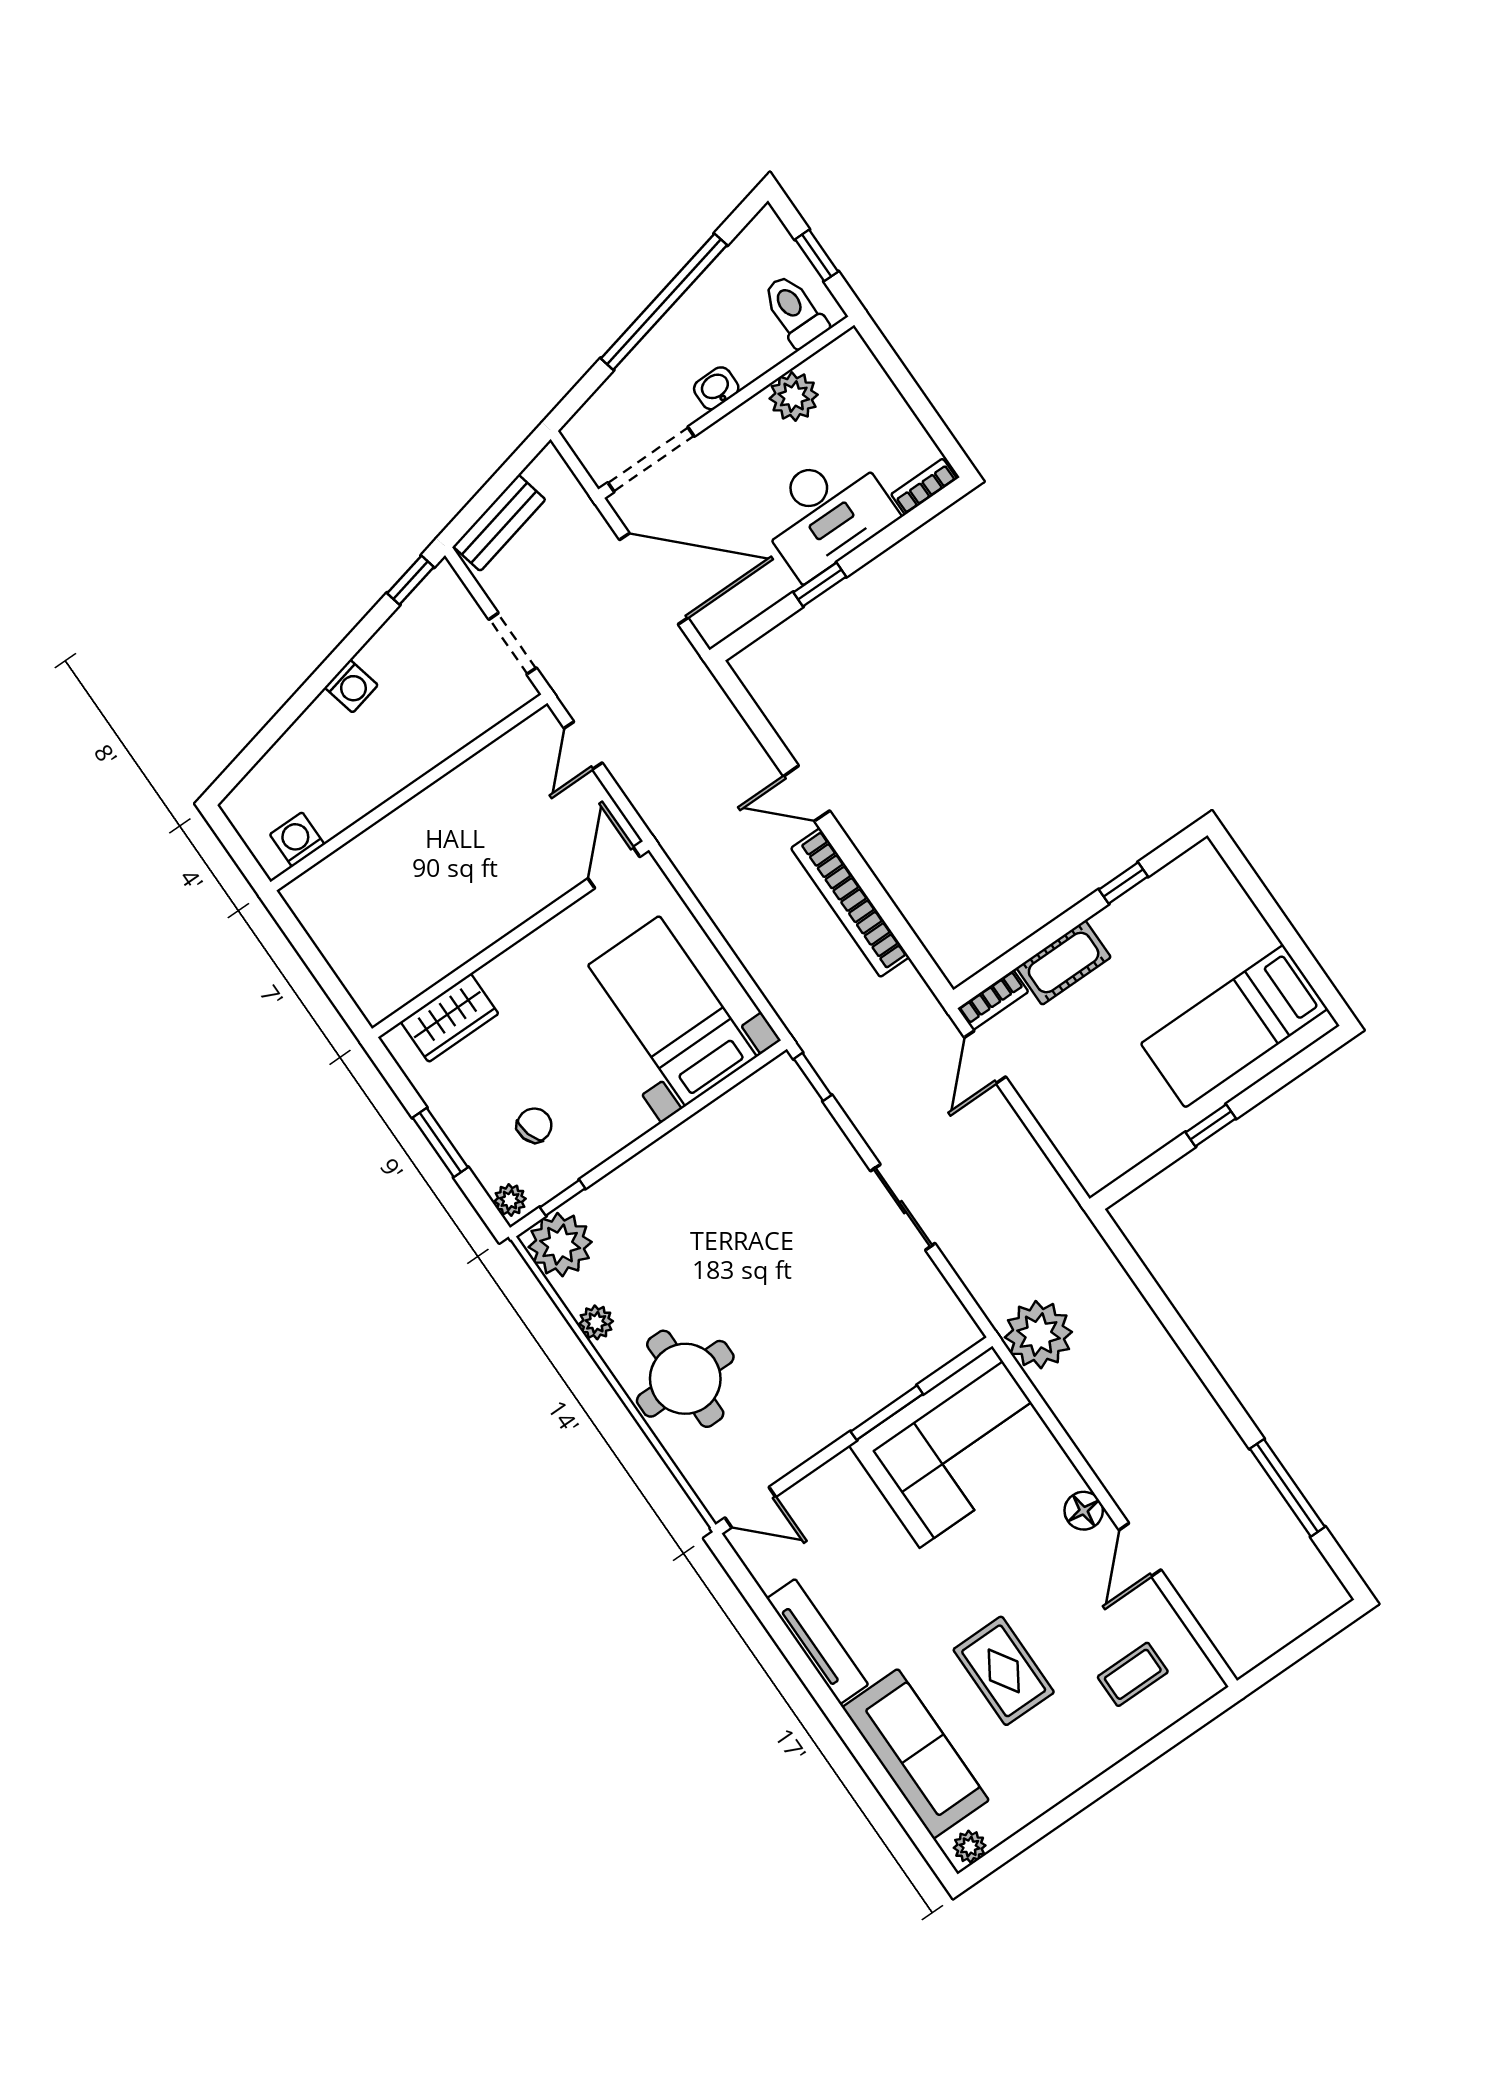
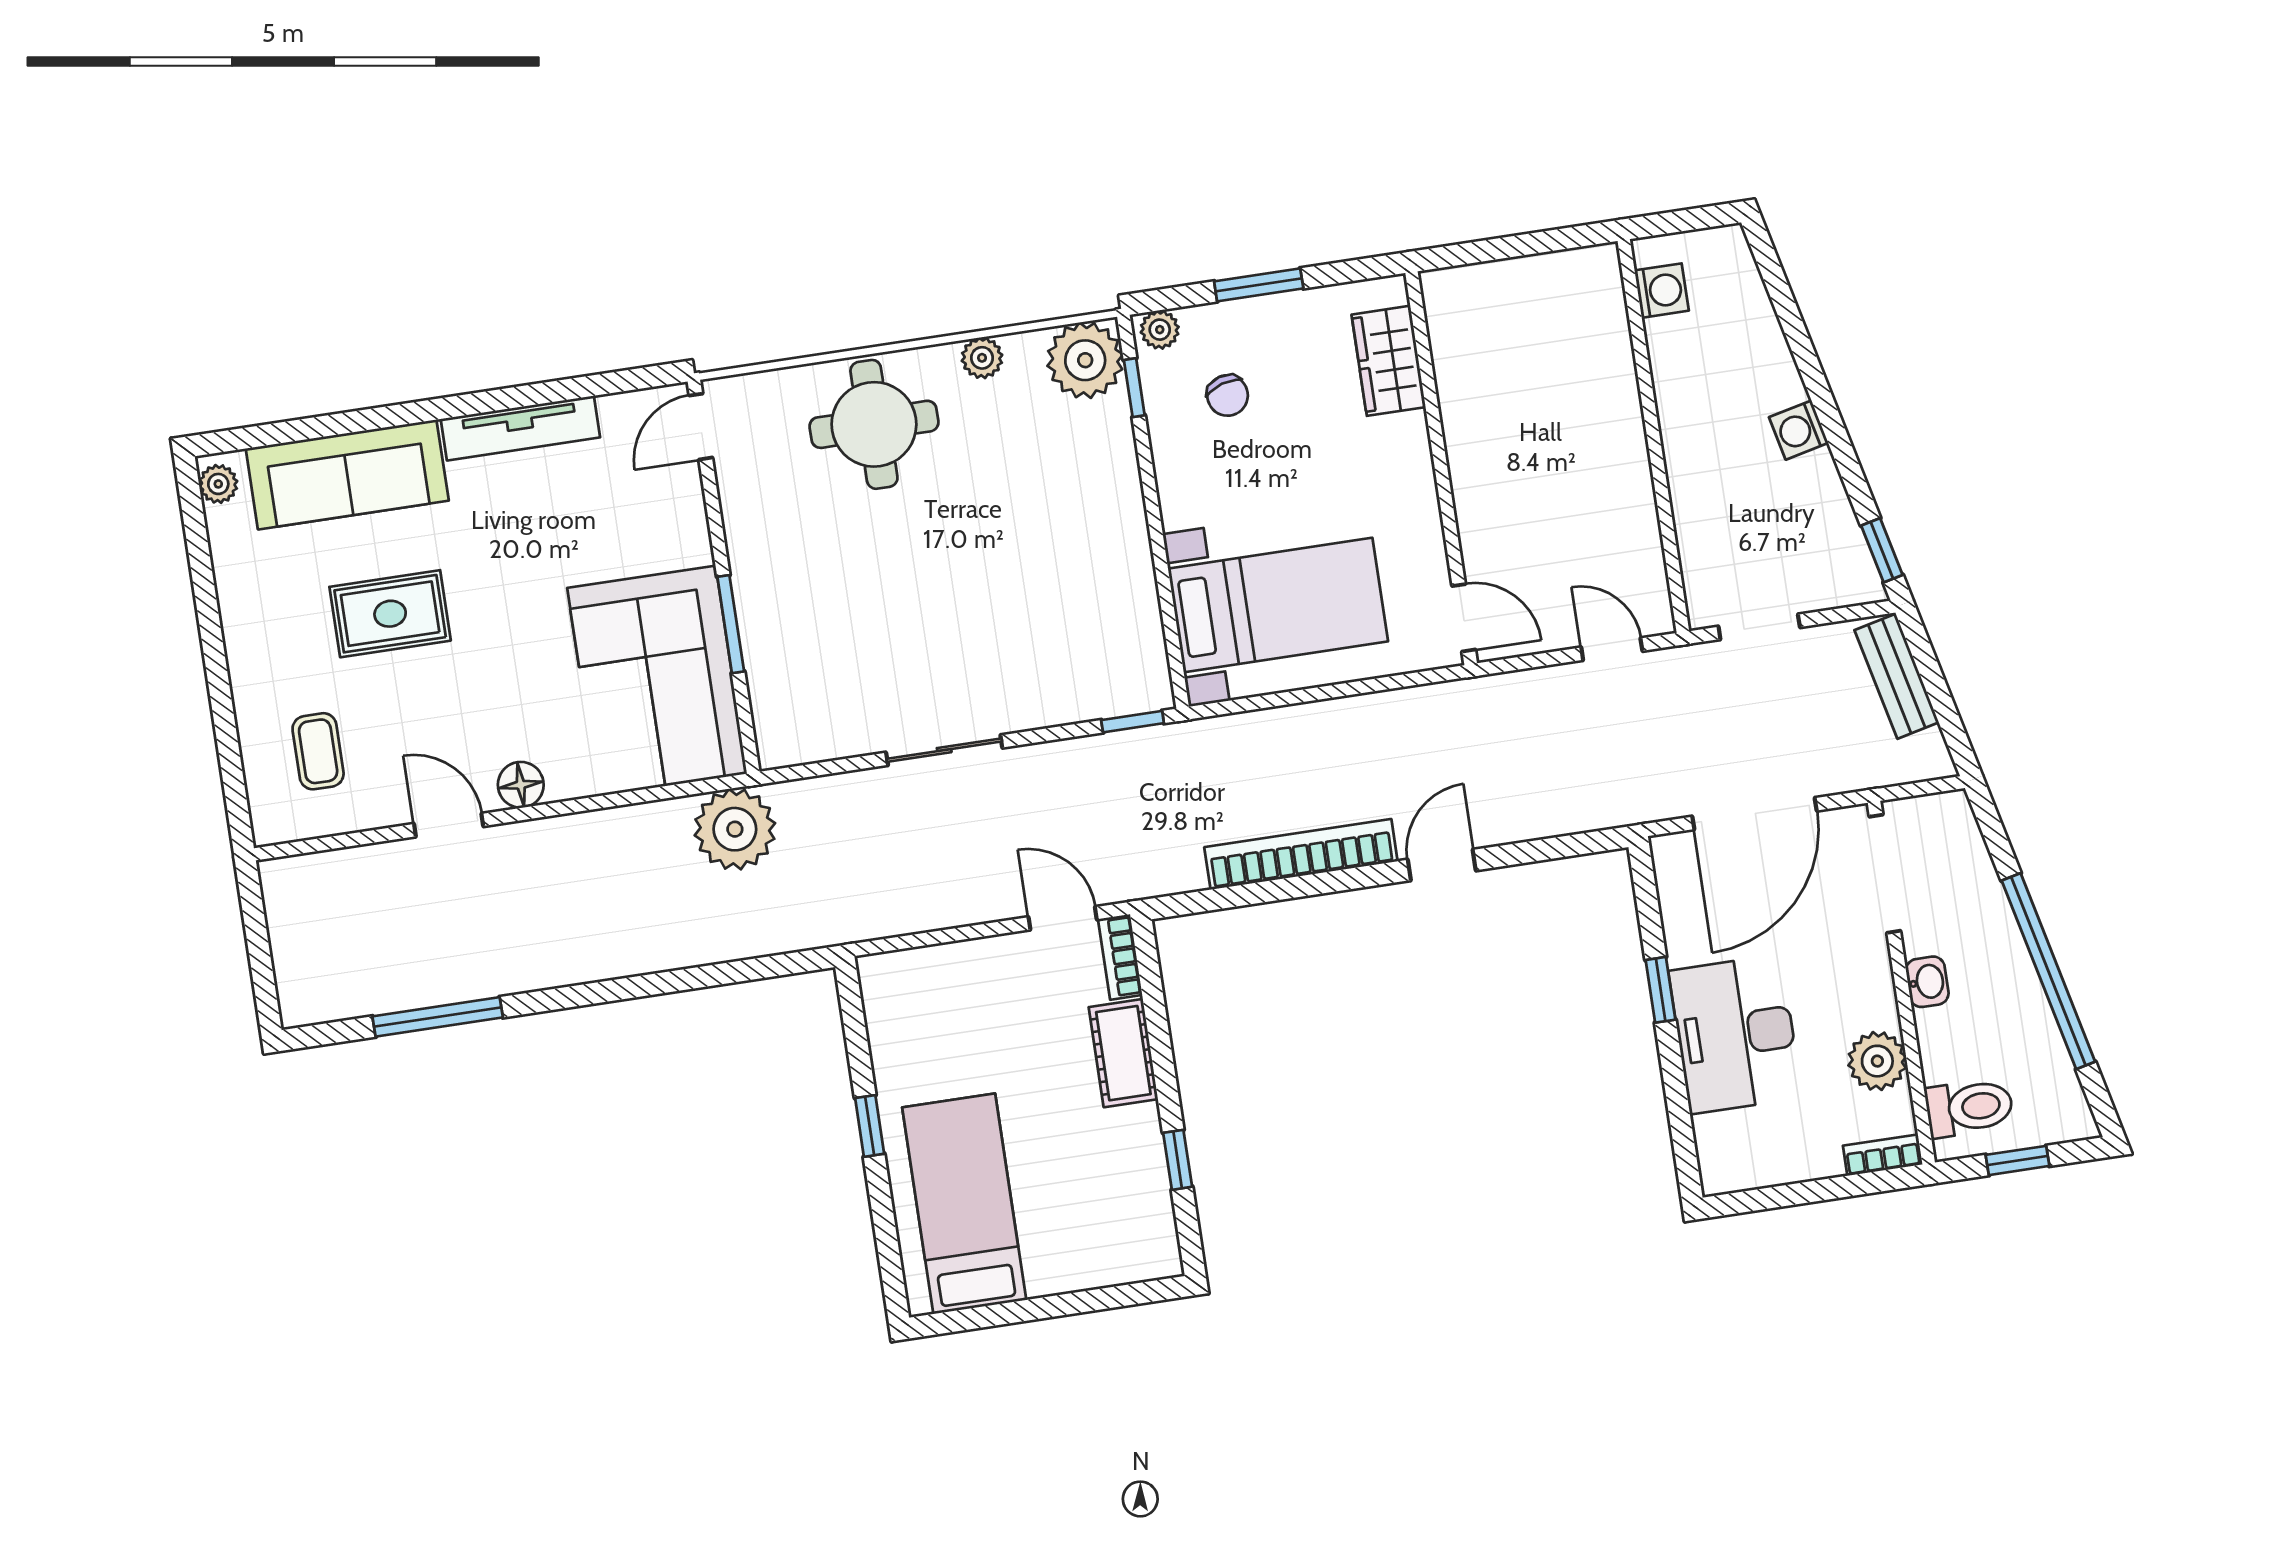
bookcase: (924, 487) -> (1883, 1155), moved, turned -90

